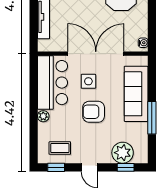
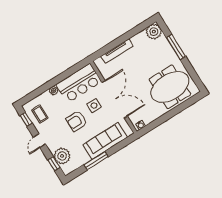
armchair: (94, 112) -> (77, 121), turned -90

